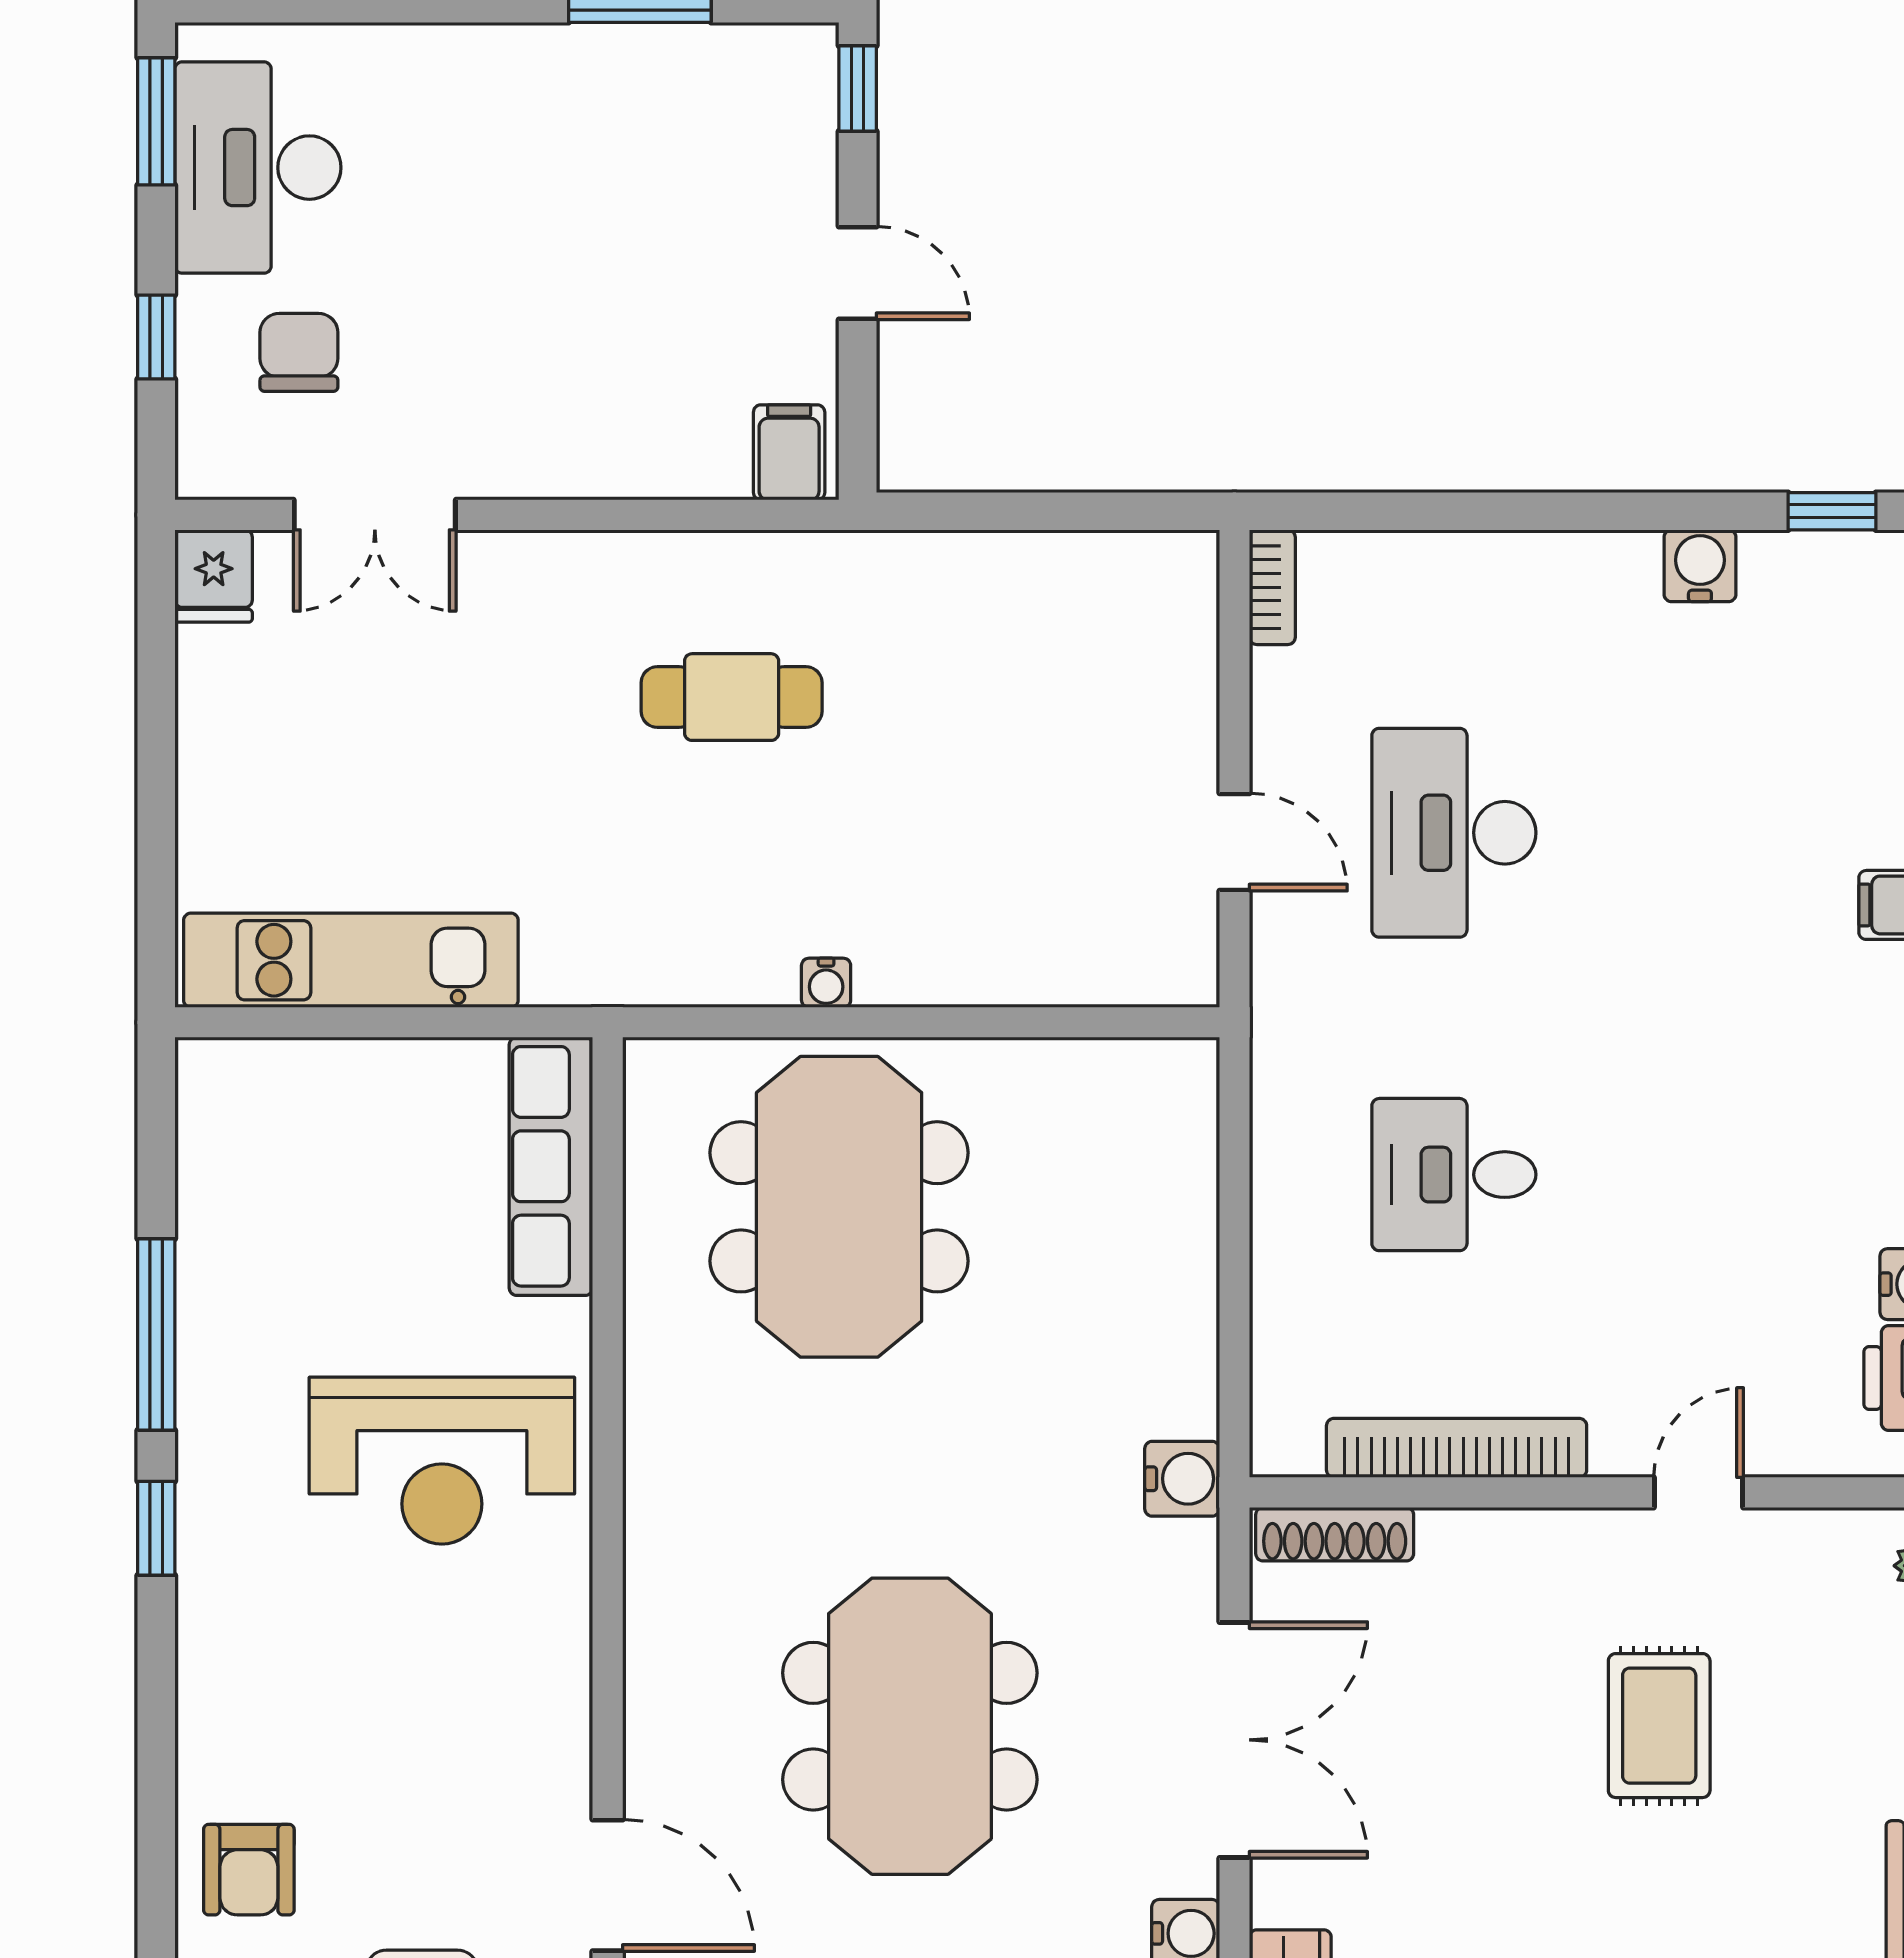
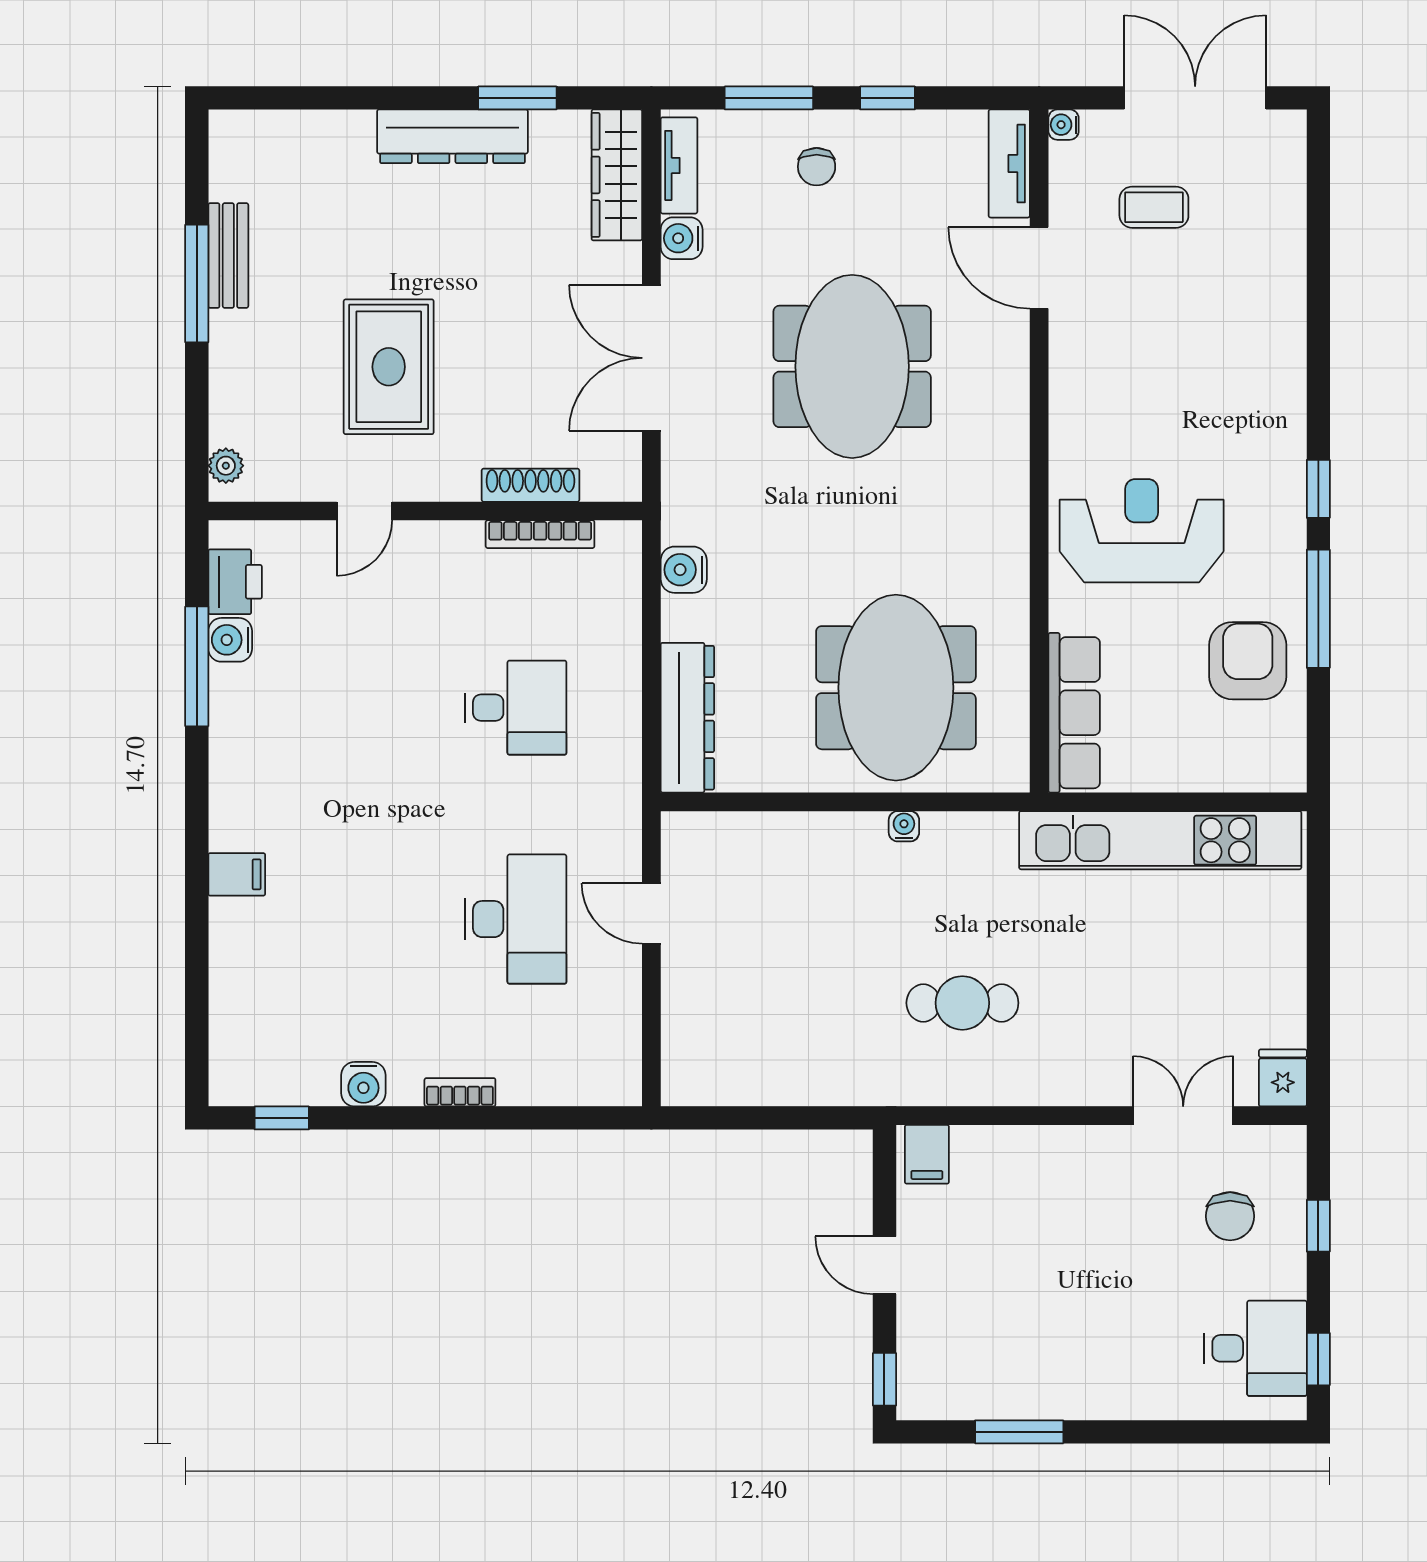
window: (156, 121) -> (1318, 1359), width x0.67
desk: (258, 168) -> (1255, 1348), width x0.73
bookcase: (1272, 587) -> (460, 1092), moved, turned 90
kitchen unit: (351, 960) -> (1160, 840), width x1.36
dresser: (1176, 1158) -> (687, 718), added
bookcase: (1457, 1448) -> (540, 534), width x0.68, depth x0.76
water cooler: (1182, 1479) -> (684, 570), moved
shoe rack: (1335, 1534) -> (530, 485), moved
rug: (1659, 1726) -> (389, 367), width x1.36, depth x1.43
armchair: (249, 1870) -> (1248, 661), moved, width x1.38, depth x1.38

